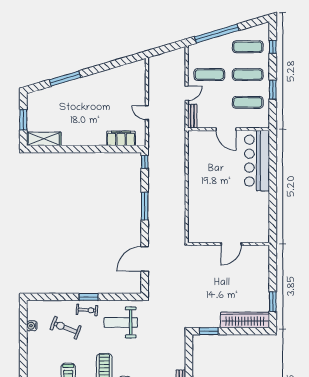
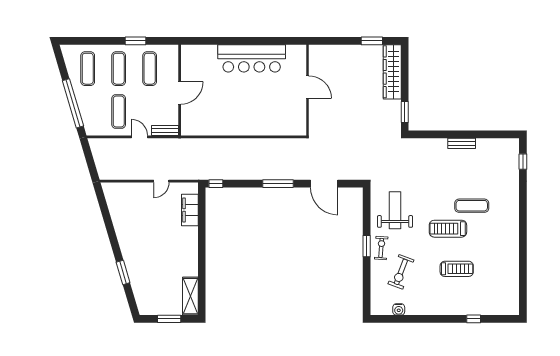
window: (273, 47) -> (88, 41), removed
window: (65, 79) -> (123, 272), width x0.69
bar counter: (257, 161) -> (252, 58), moved
window: (145, 206) -> (278, 184), moved
weight bench: (121, 322) -> (395, 210), turned 180

